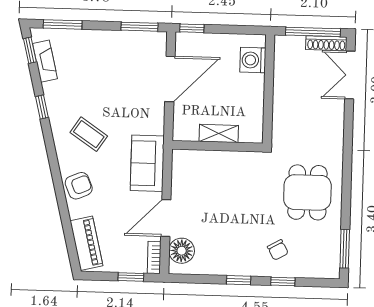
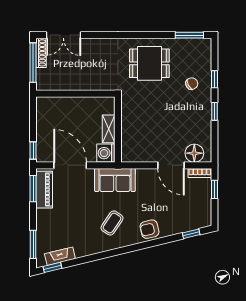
washing machine: (253, 60) -> (106, 153), moved, turned 90
window: (42, 107) -> (191, 234), moved
sofa: (147, 163) -> (115, 180), moved
armchair: (79, 186) -> (149, 229), turned -80
piano: (87, 243) -> (44, 190), moved, turned 104

